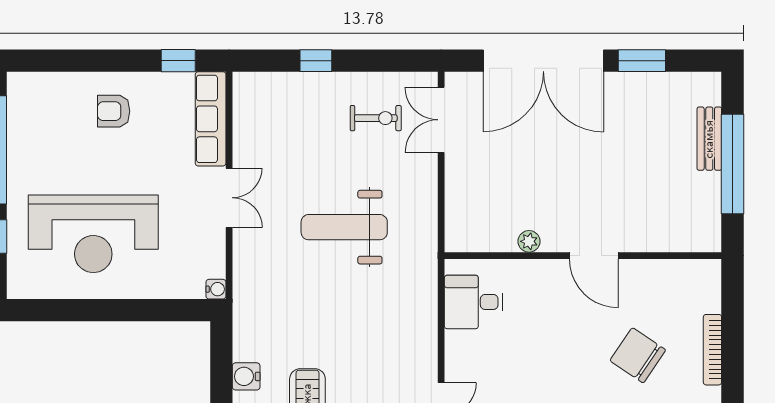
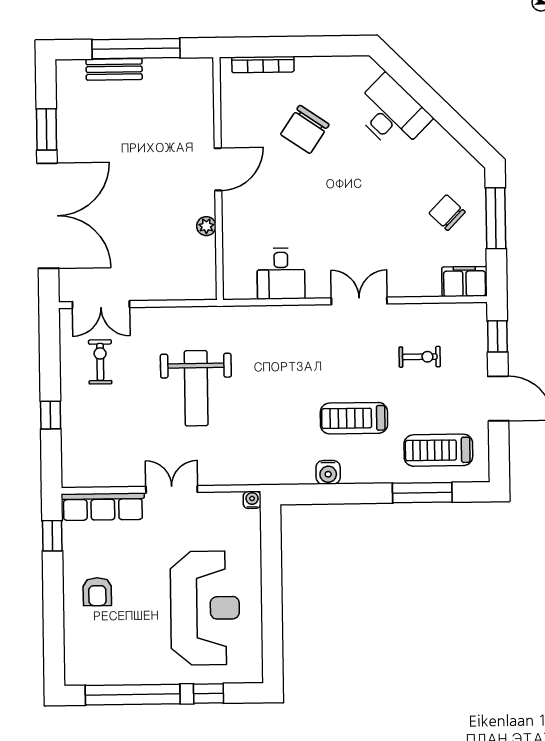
desk: (474, 302) -> (281, 274), moved
bookcase: (712, 350) -> (263, 64), moved

